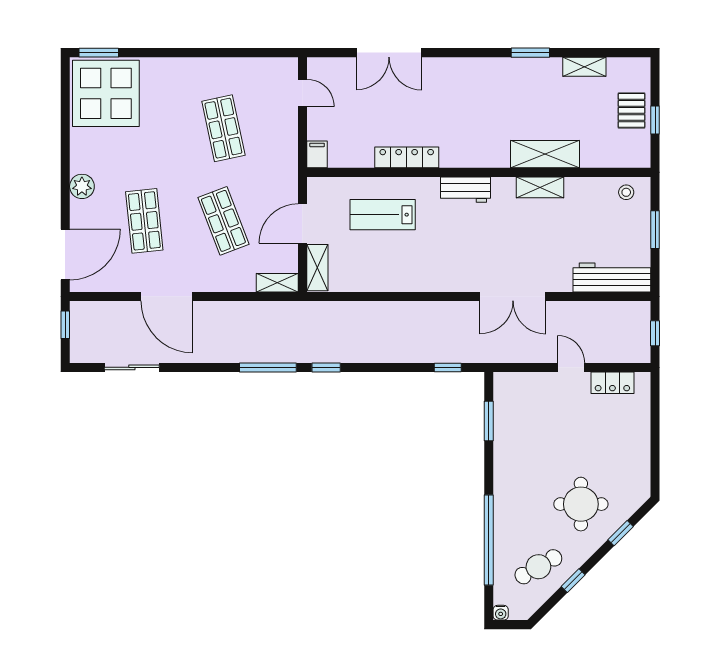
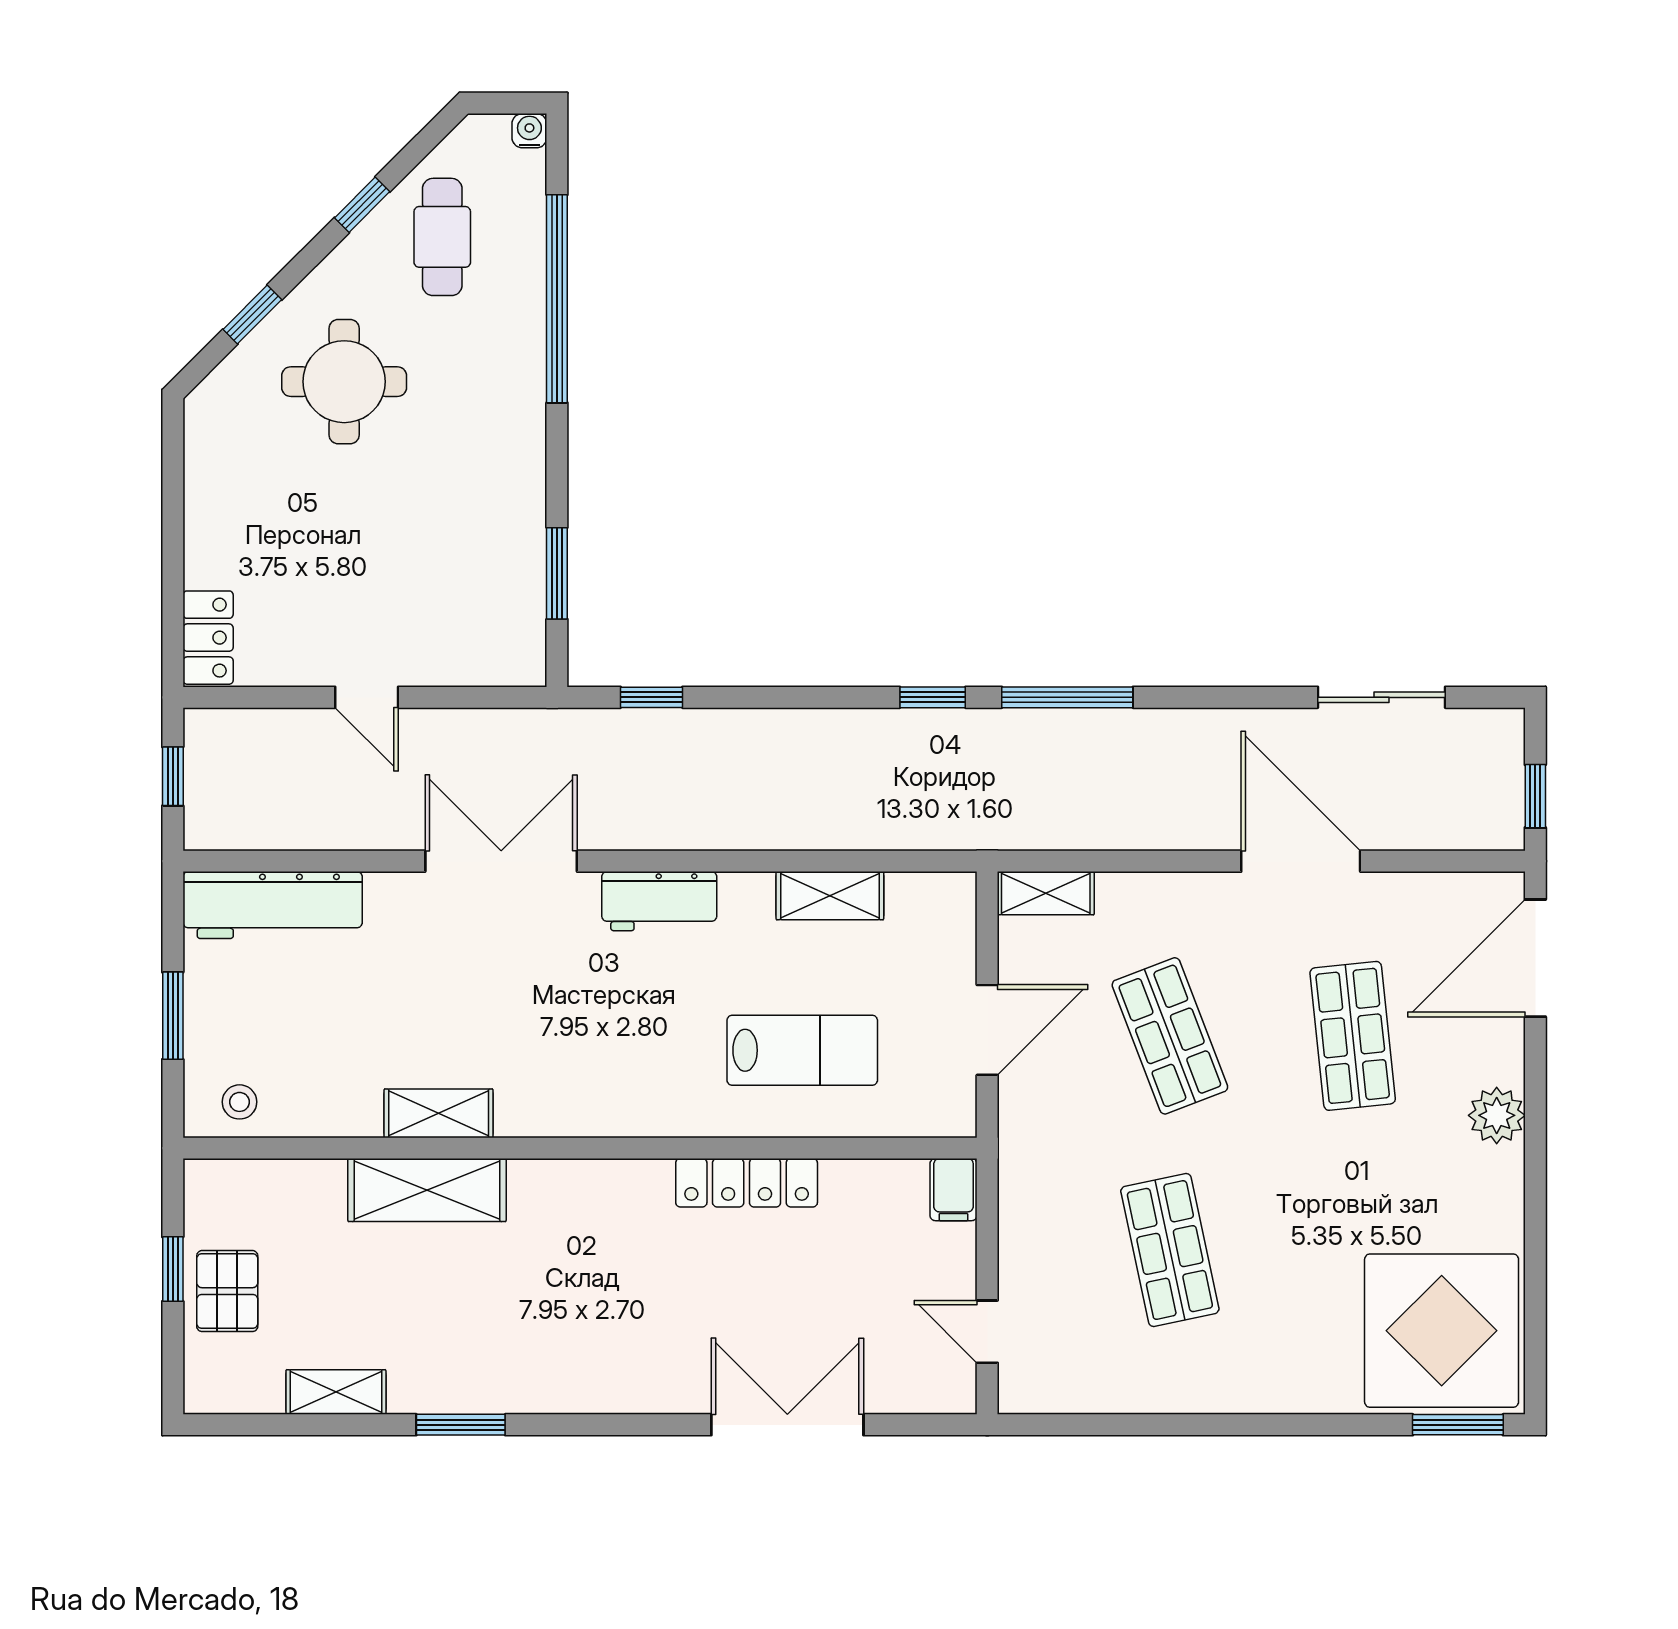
workbench: (466, 190) -> (659, 901), moved, turned 180
shelving: (317, 268) -> (830, 896), moved, turned 90
locker: (612, 383) -> (208, 638), moved, turned 90
cafe table: (538, 567) -> (442, 237), turned -60

